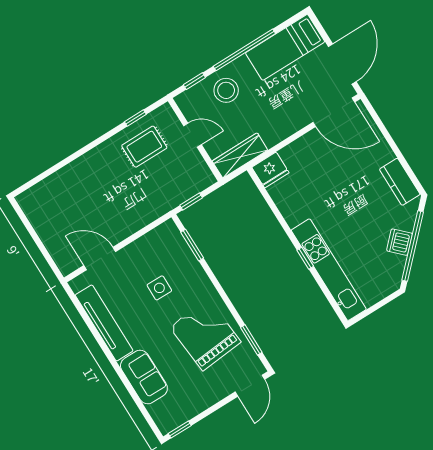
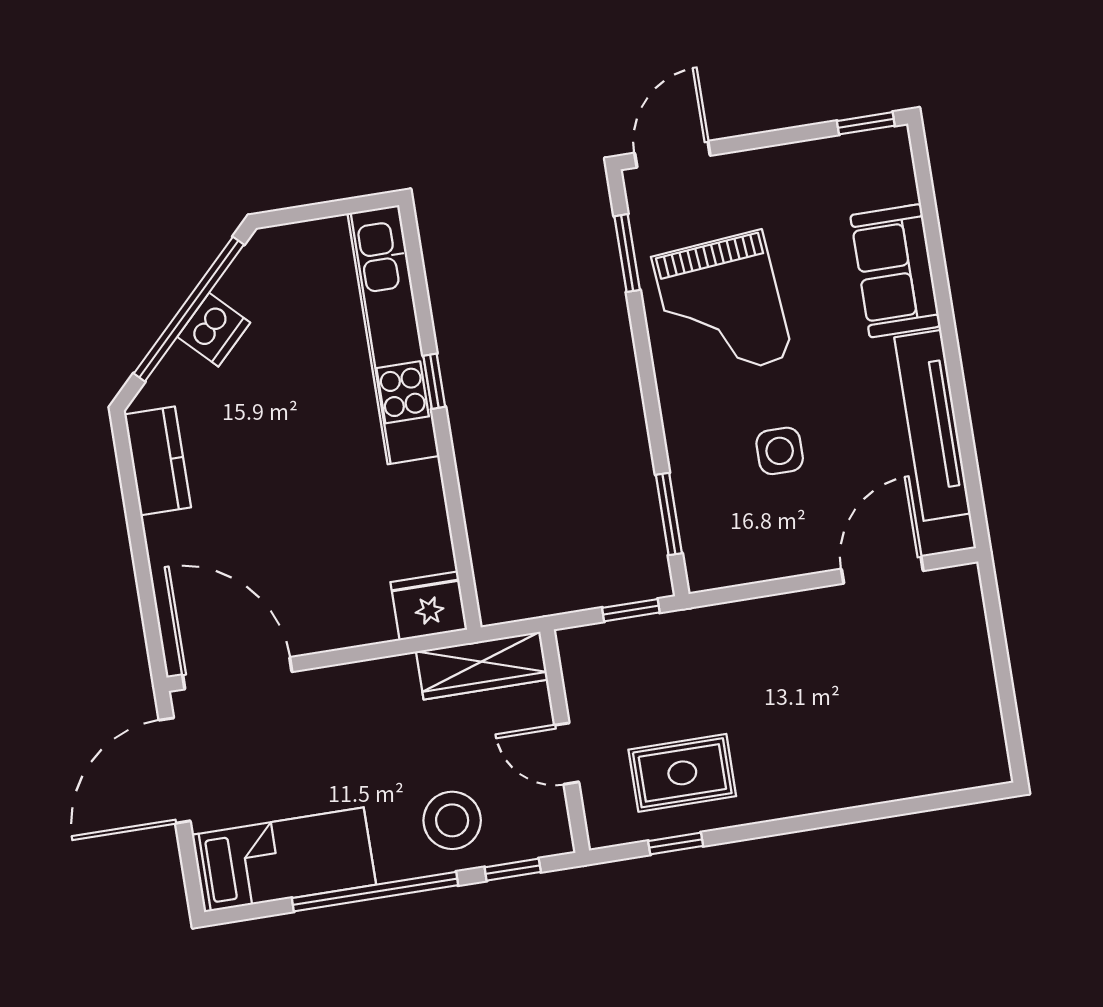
door: (100, 258) -> (882, 570), swing flipped

